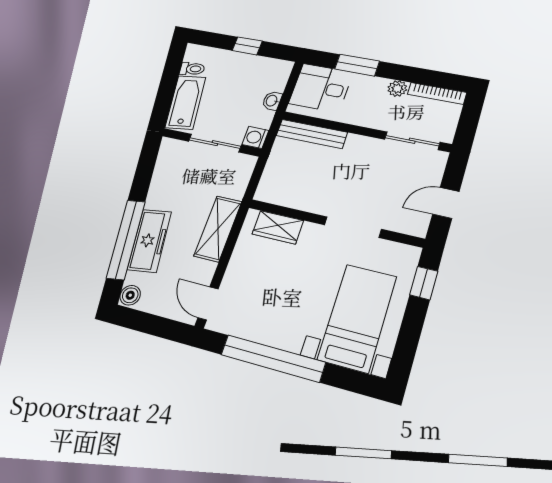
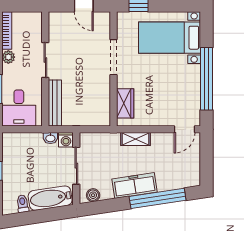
washbasin: (272, 101) -> (50, 138), moved
sliding door: (412, 141) -> (45, 60), moved
shelving: (218, 229) -> (135, 139), width x0.67, depth x0.75
freezer: (149, 241) -> (135, 185), moved
boiler: (130, 295) -> (93, 195), moved

